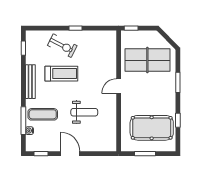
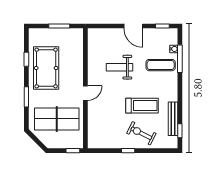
treadmill: (61, 74) -> (142, 106), turned 180
bench: (30, 82) -> (173, 119), moved
pool table: (152, 128) -> (46, 68), moved, turned 90

